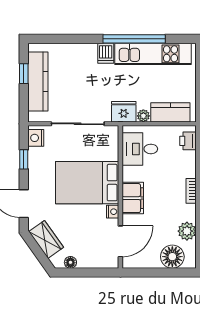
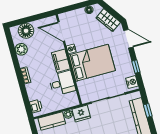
window: (24, 74) -> (148, 110), moved
desk: (140, 149) -> (62, 83), moved
door: (120, 241) -> (61, 32), hinge flipped

